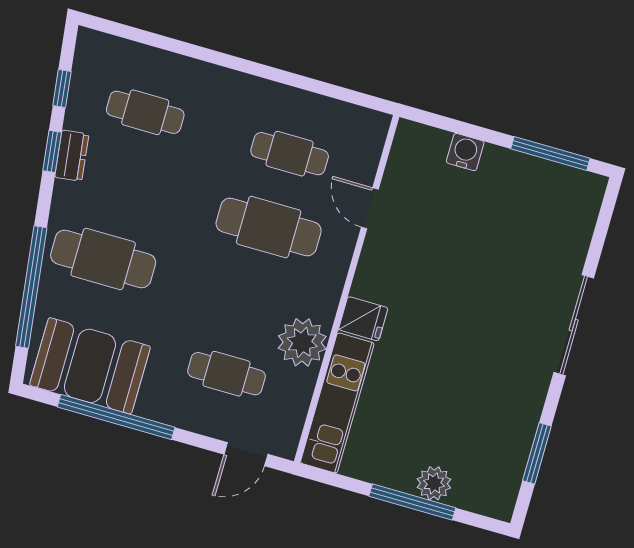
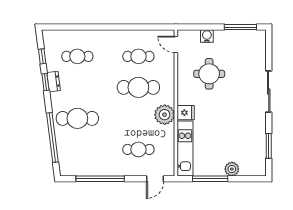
door: (370, 208) -> (176, 44), moved
round table: (445, 243) -> (209, 74), added
plant: (302, 342) -> (165, 115), moved
booth: (90, 366) -> (84, 162), removed
window: (412, 502) -> (210, 179), moved

